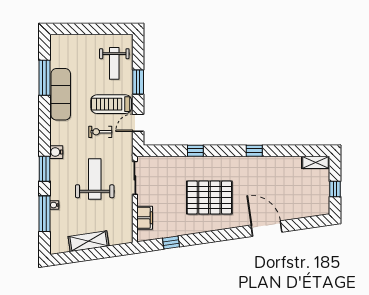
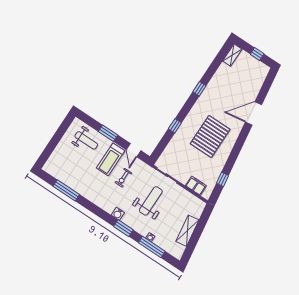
exercise mat: (61, 94) -> (83, 187), removed
weight bench: (95, 179) -> (151, 201), turned 90

